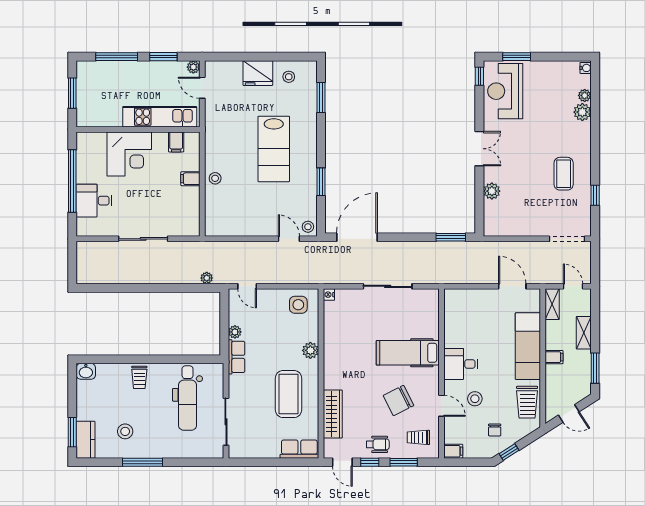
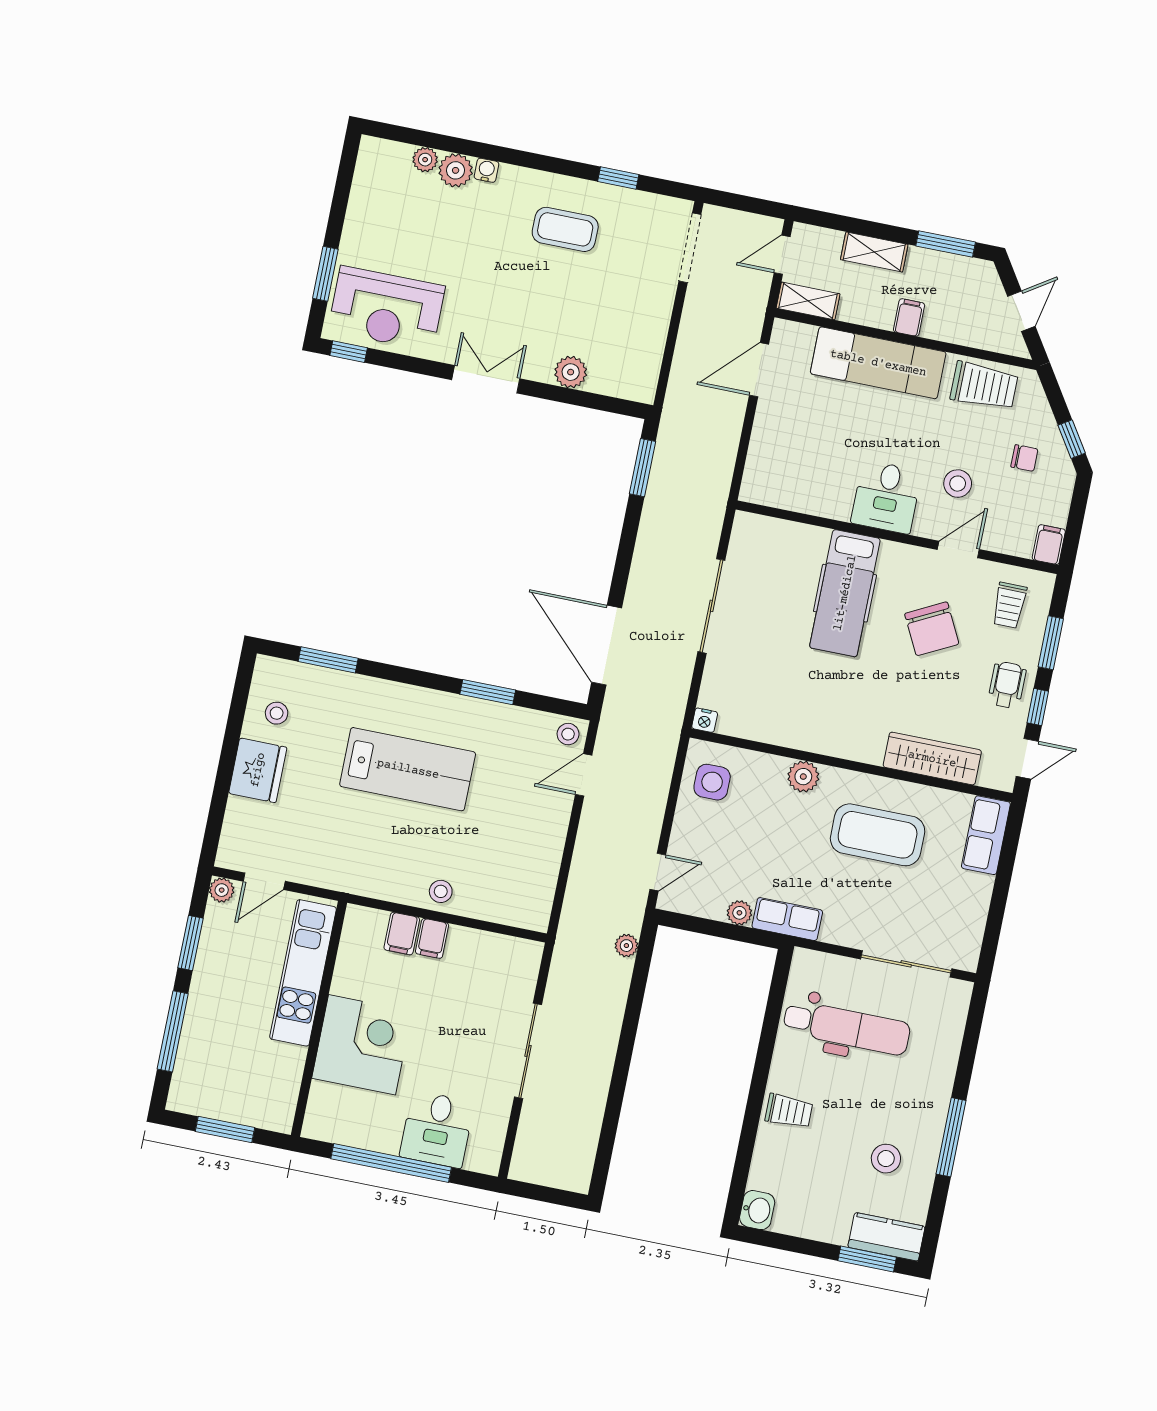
water cooler: (586, 68) -> (486, 170), moved
filing cabinet: (176, 142) -> (402, 934), moved, turned 90

